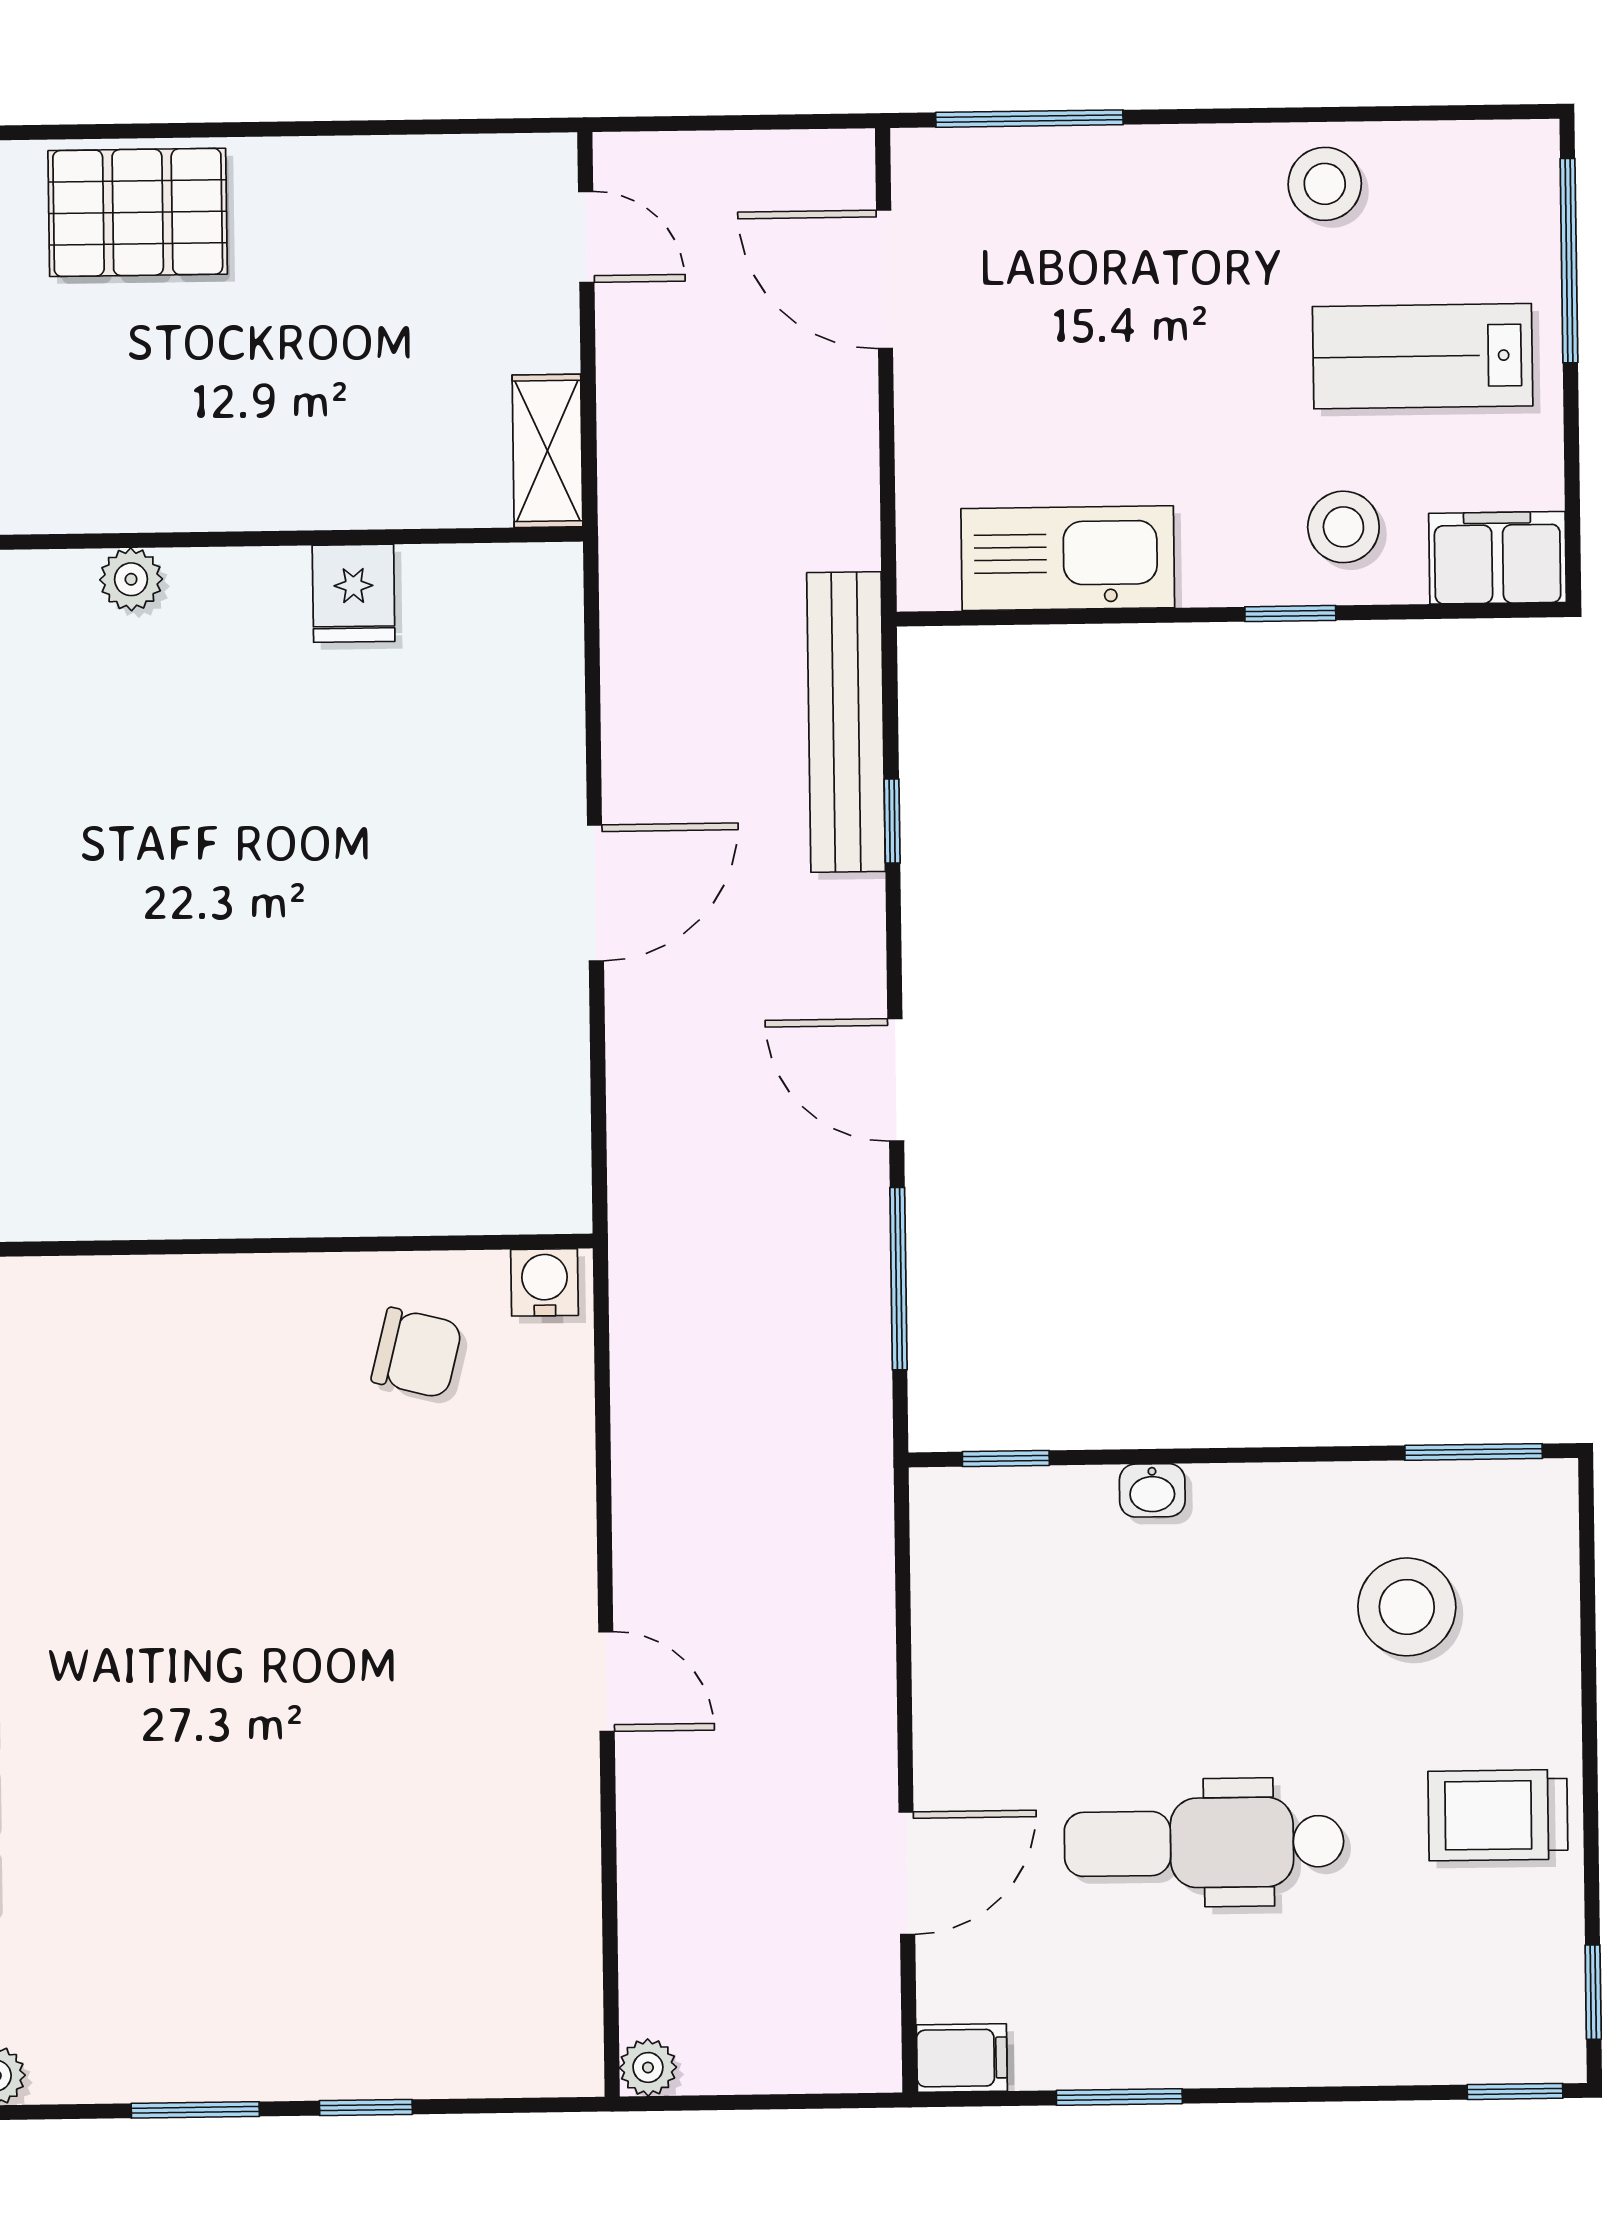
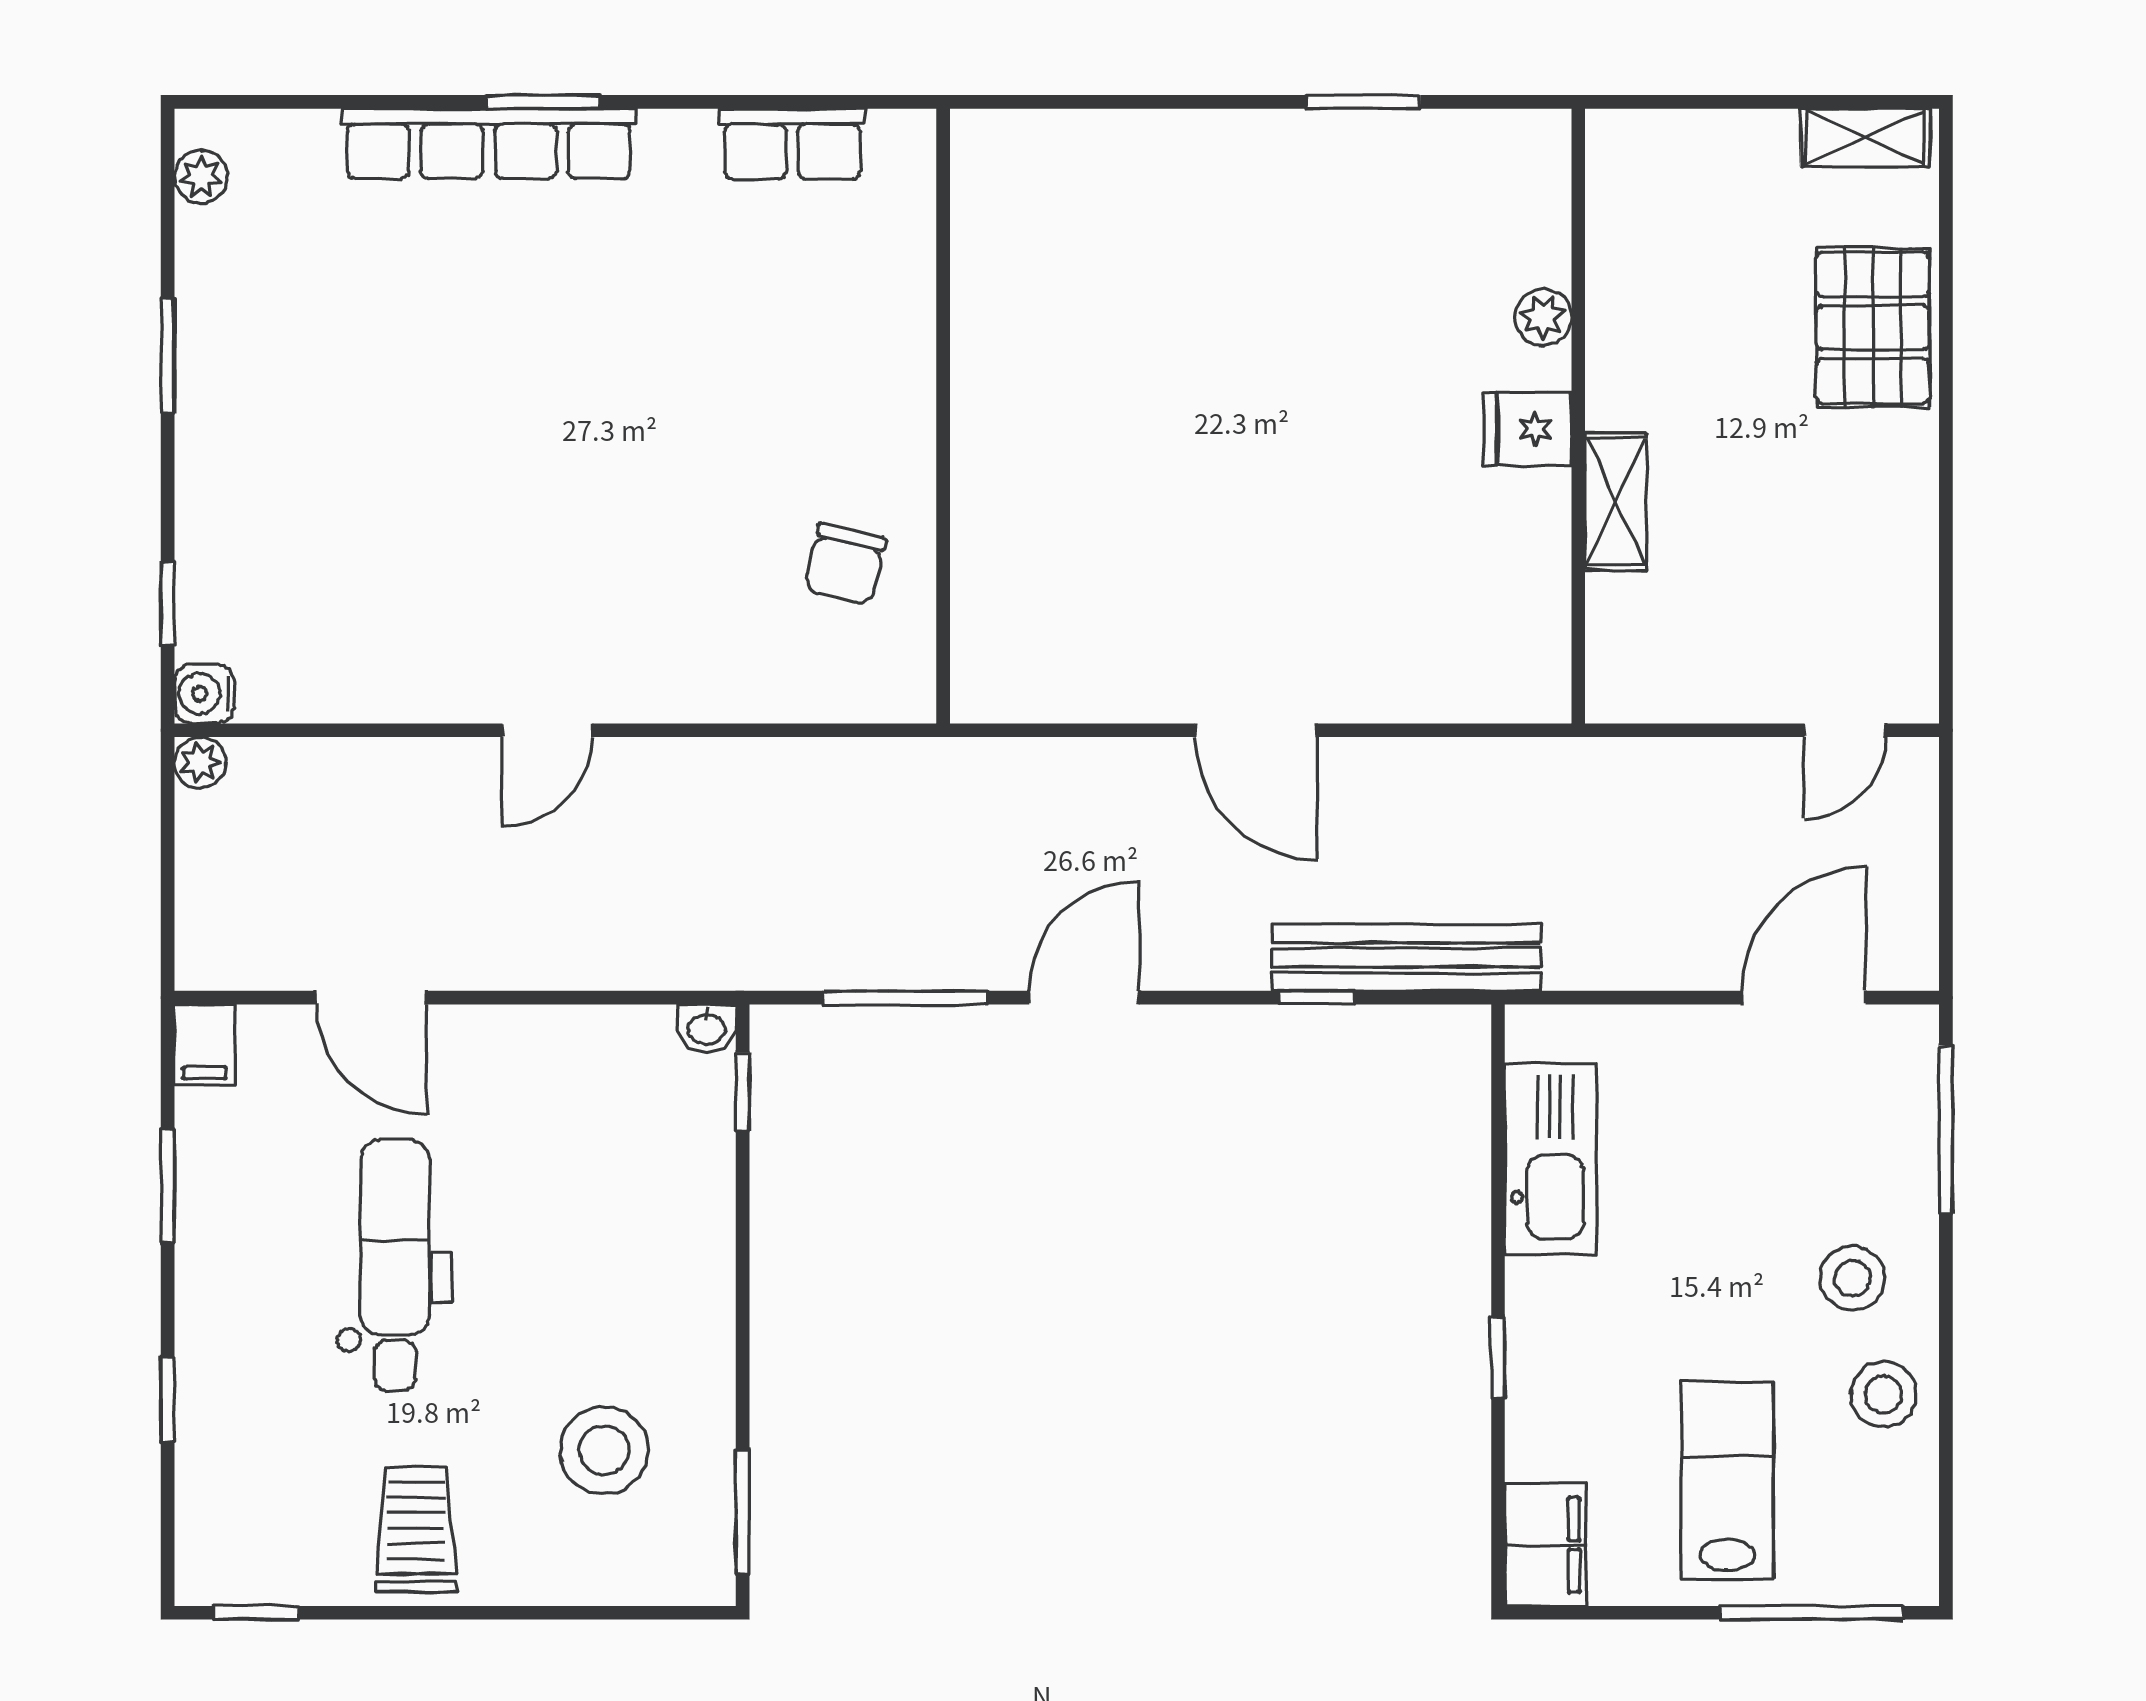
shelving: (547, 451) -> (1616, 501), moved, turned 90
stool: (1343, 527) -> (1852, 1278), moved
fridge: (354, 593) -> (1528, 429), moved
water cooler: (545, 1282) -> (204, 694), moved, turned 180
washbasin: (1152, 1490) -> (707, 1028), moved, turned -90
window: (1515, 2091) -> (168, 1399), moved
window: (366, 2107) -> (168, 603), moved

